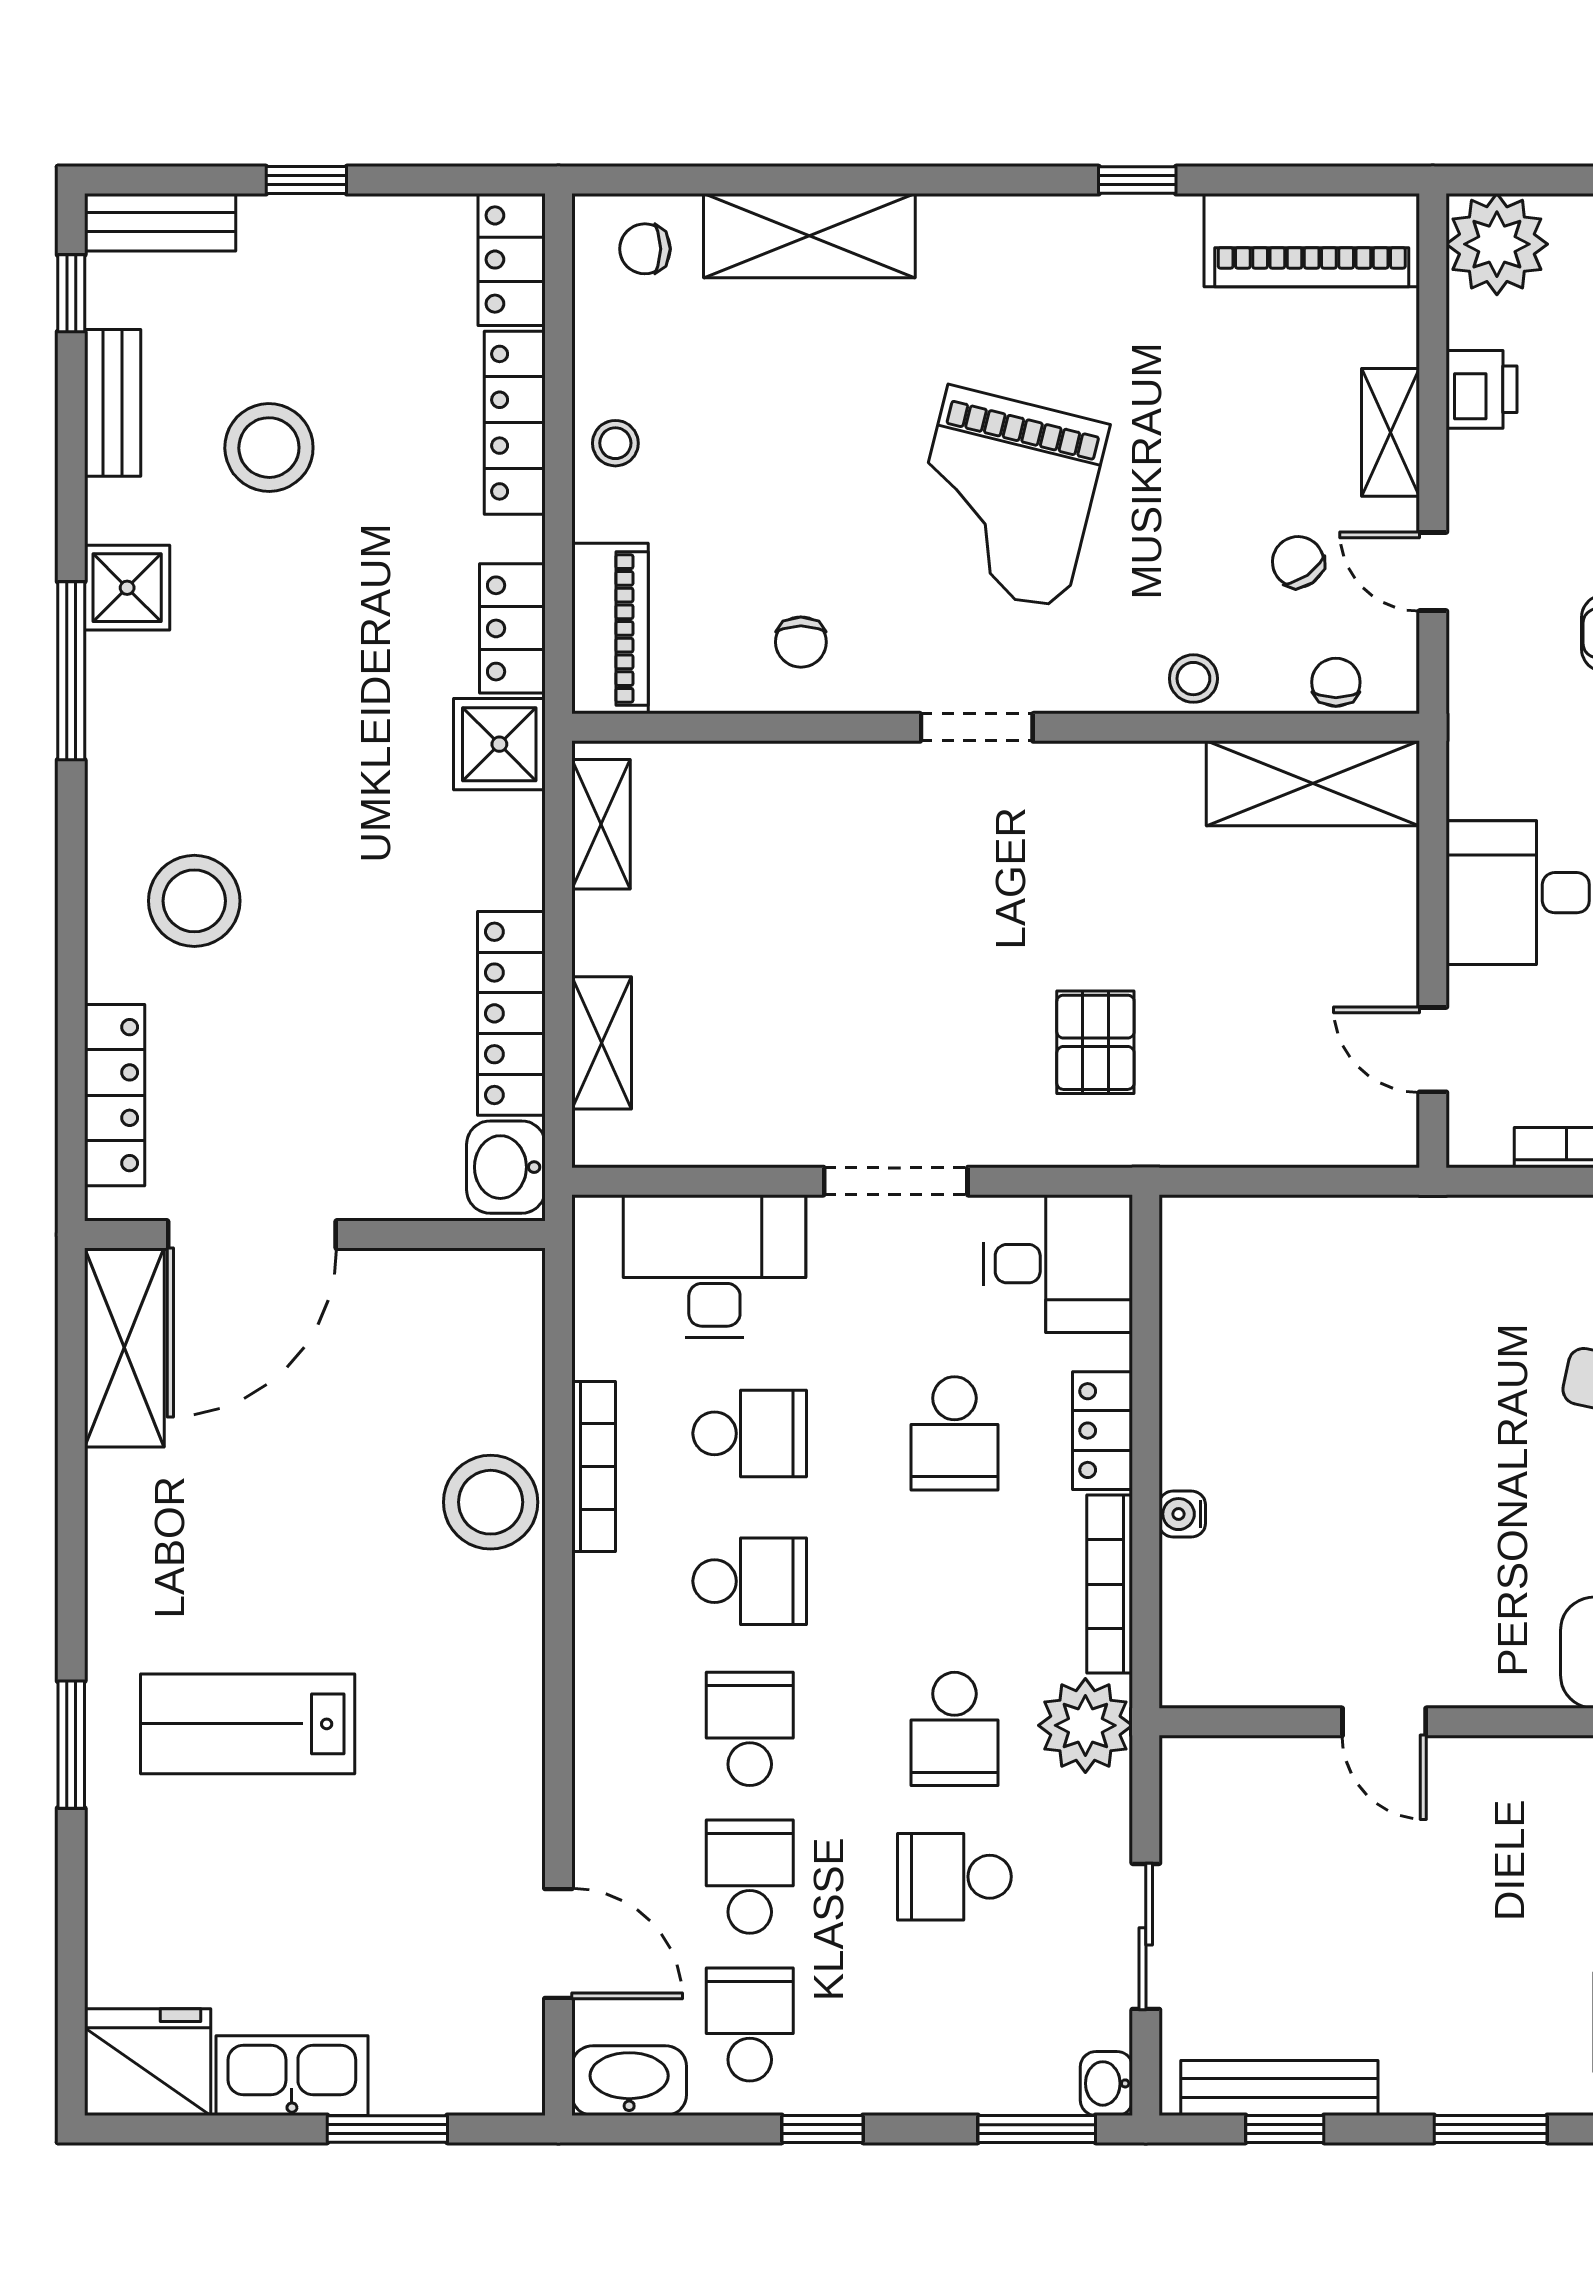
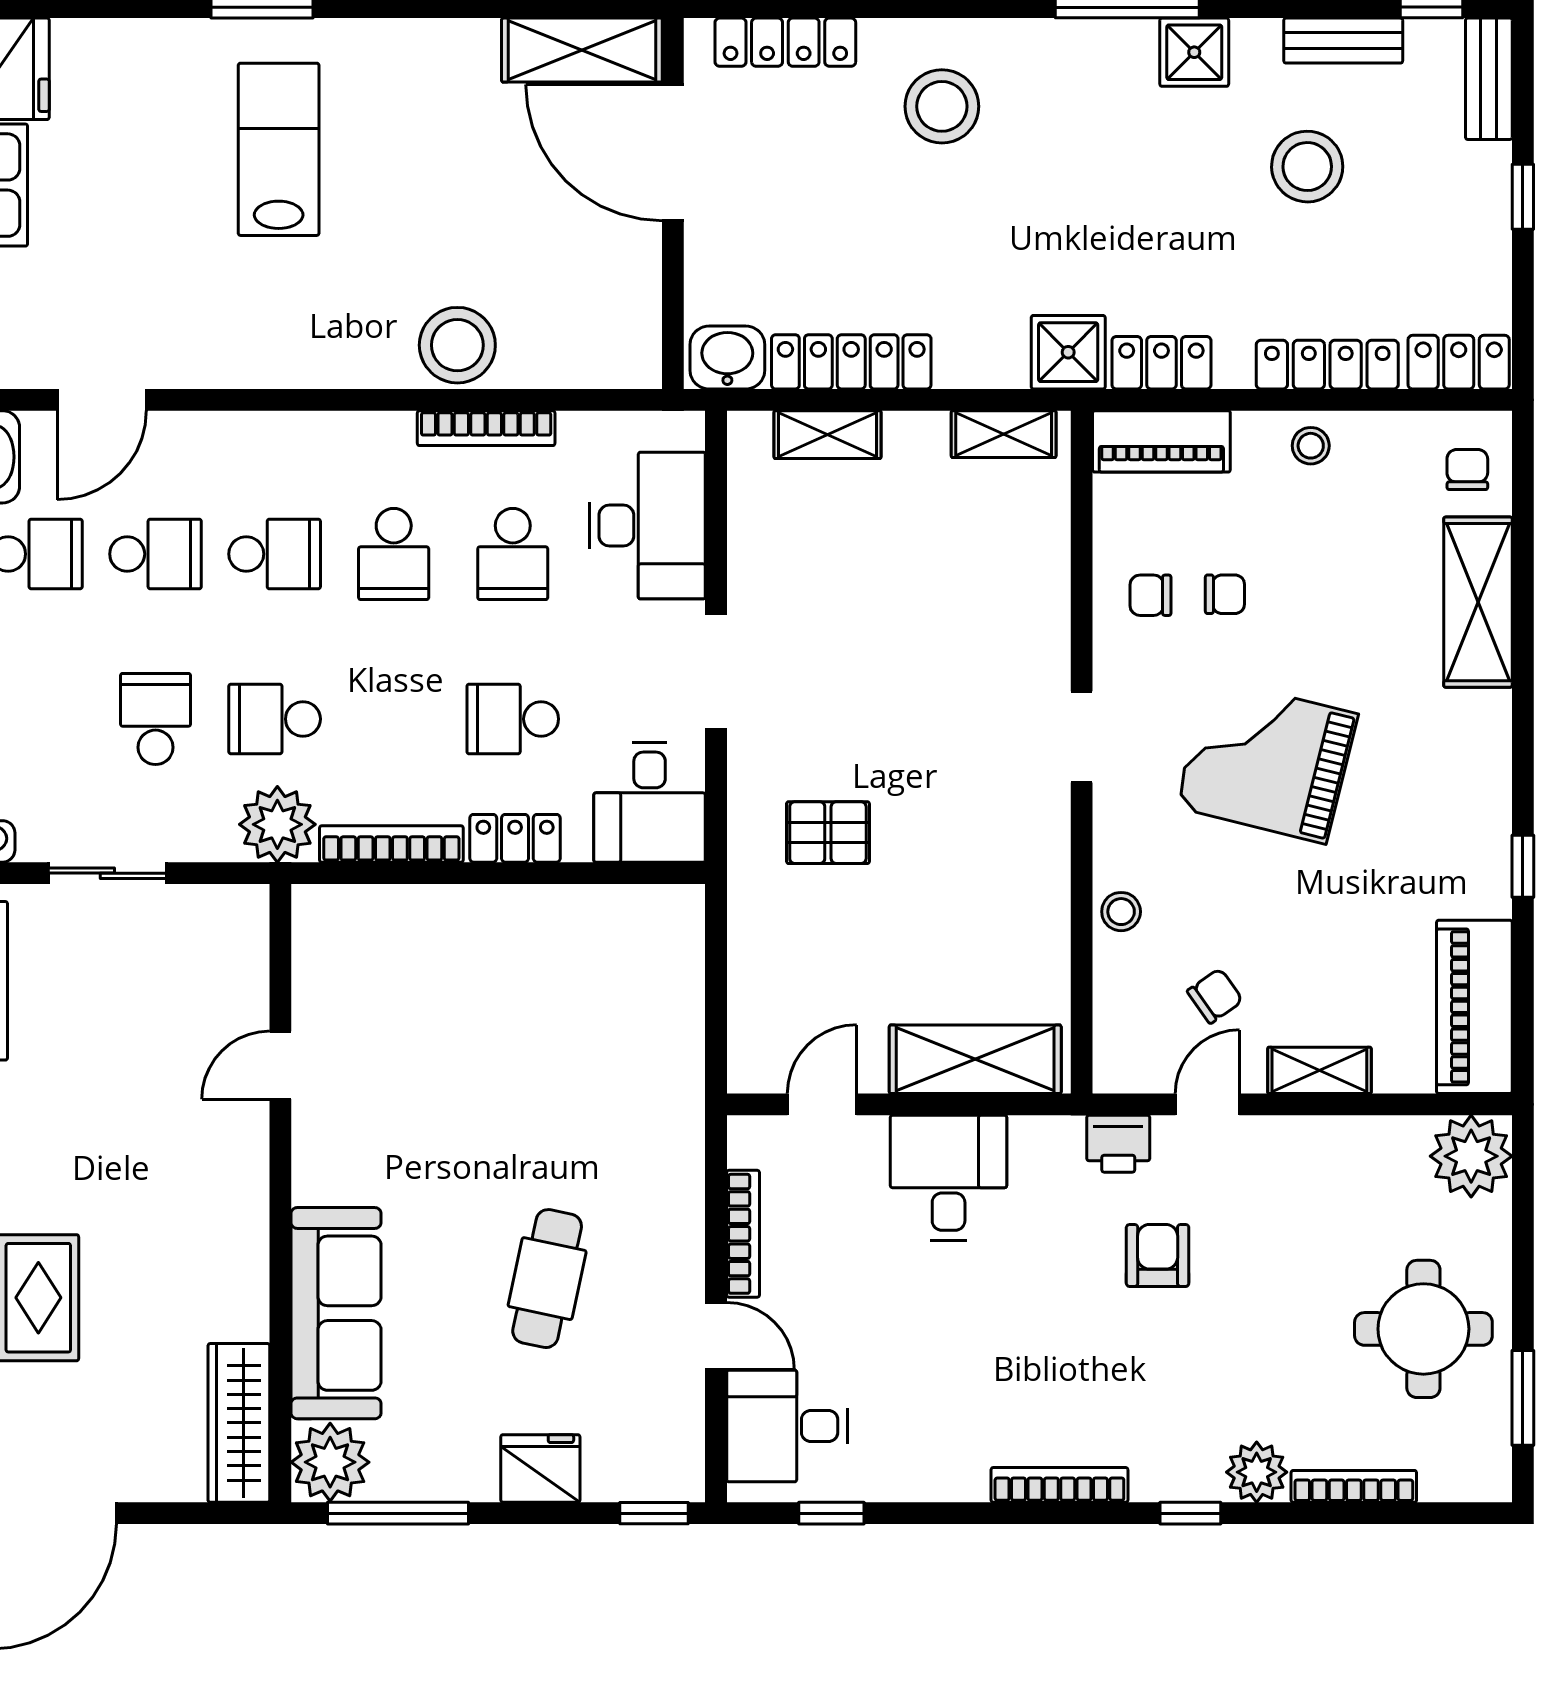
printer: (1482, 389) -> (1118, 1144), moved
chair: (1336, 682) -> (1225, 594), moved
shelving: (1313, 783) -> (975, 1059), moved, turned 90
water cooler: (1182, 1514) -> (448, 902), removed

